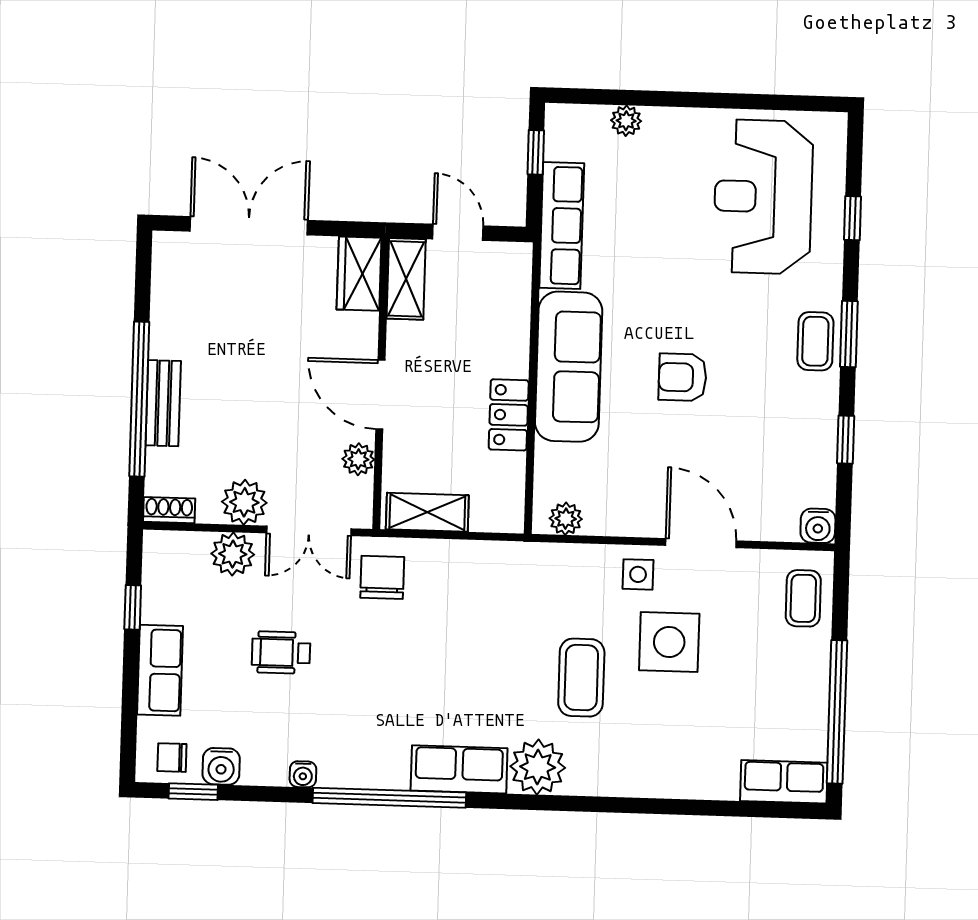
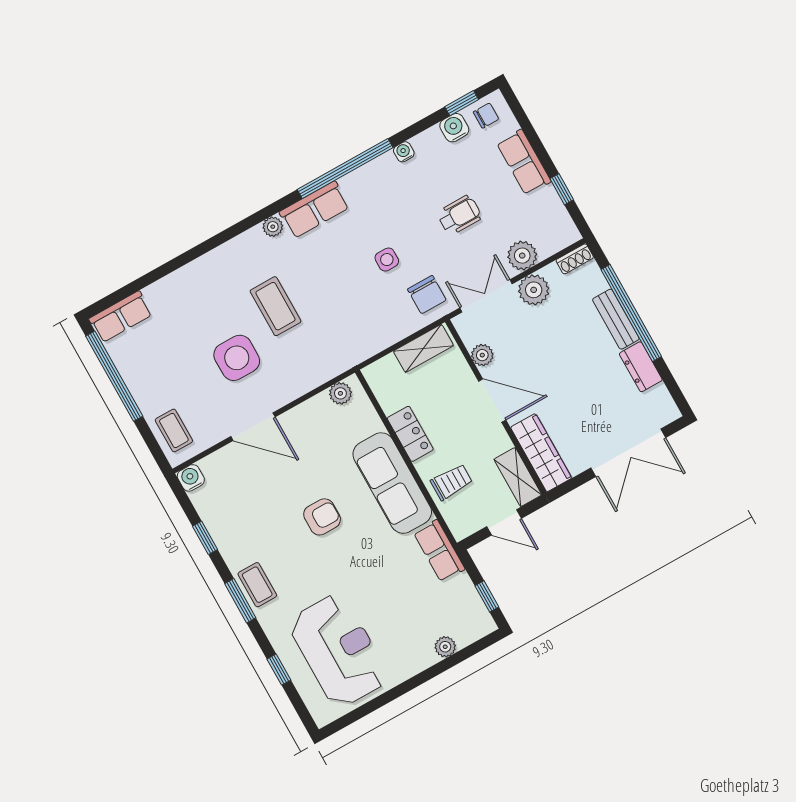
row of seats: (562, 225) -> (439, 551), width x0.68
wardrobe: (359, 274) -> (541, 453), width x1.50
trolley: (493, 323) -> (451, 482), added
dresser: (168, 324) -> (641, 367), added
side table: (638, 574) -> (387, 260), moved
plant: (538, 767) -> (273, 227), width x0.53, depth x0.53

